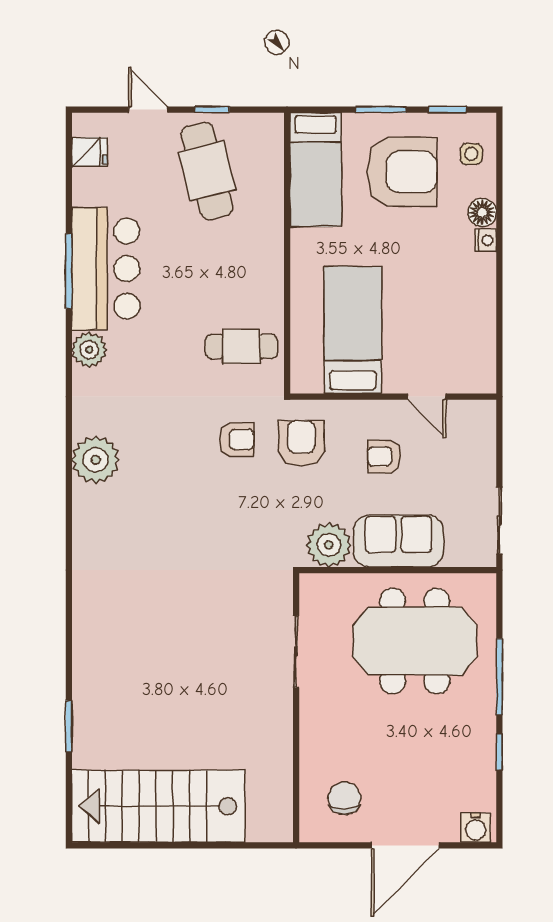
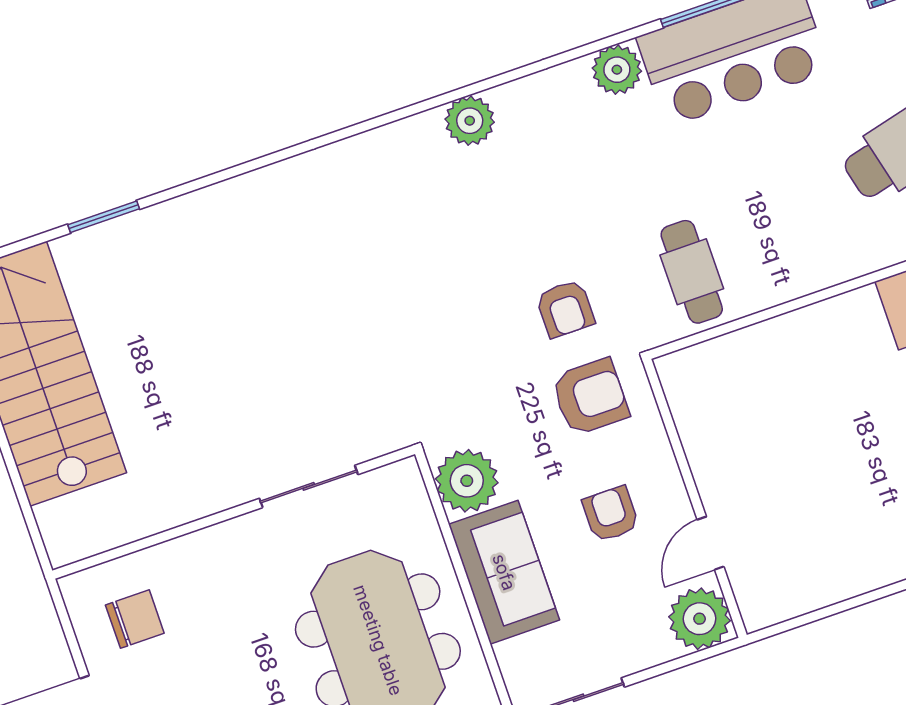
bed: (353, 330) -> (766, 413), removed
plant: (475, 421) -> (700, 619), added
plant: (96, 460) -> (470, 121), width x0.73, depth x0.73

